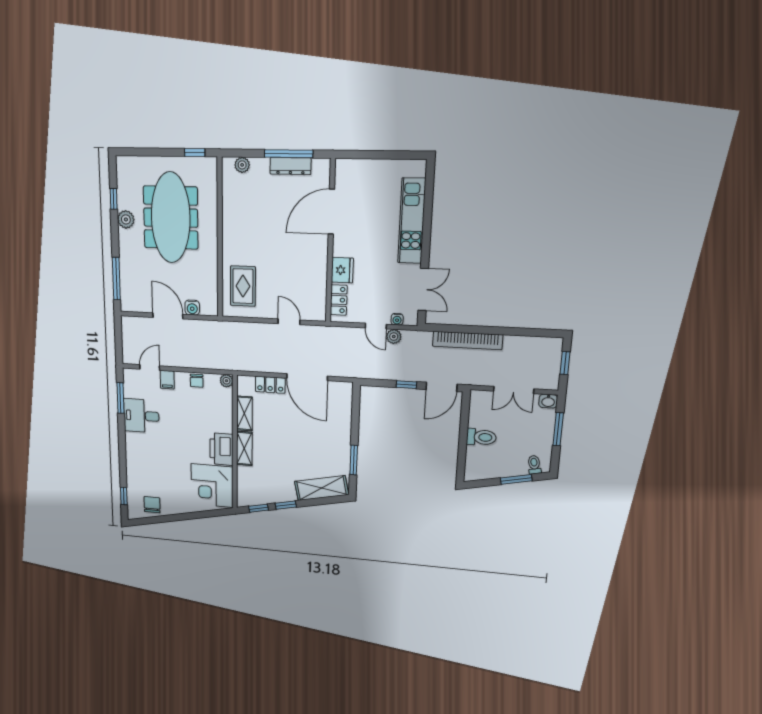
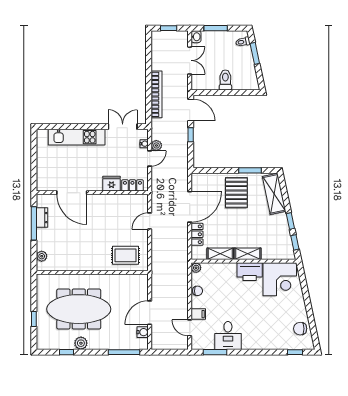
window: (195, 153) -> (34, 319), moved
dresser: (290, 166) -> (42, 218), width x0.70
water cooler: (192, 308) -> (143, 332), moved
pallet: (325, 440) -> (236, 193), added

